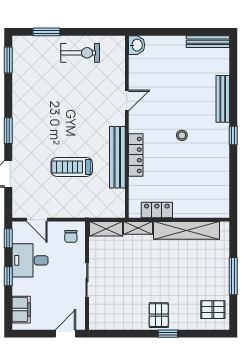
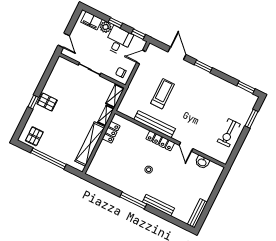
washbasin: (137, 45) -> (202, 162), moved
window: (233, 135) -> (133, 201), width x2.17
locker: (136, 155) -> (160, 141), moved
window: (233, 276) -> (48, 159), width x1.46
plant: (20, 287) -> (106, 27), added

